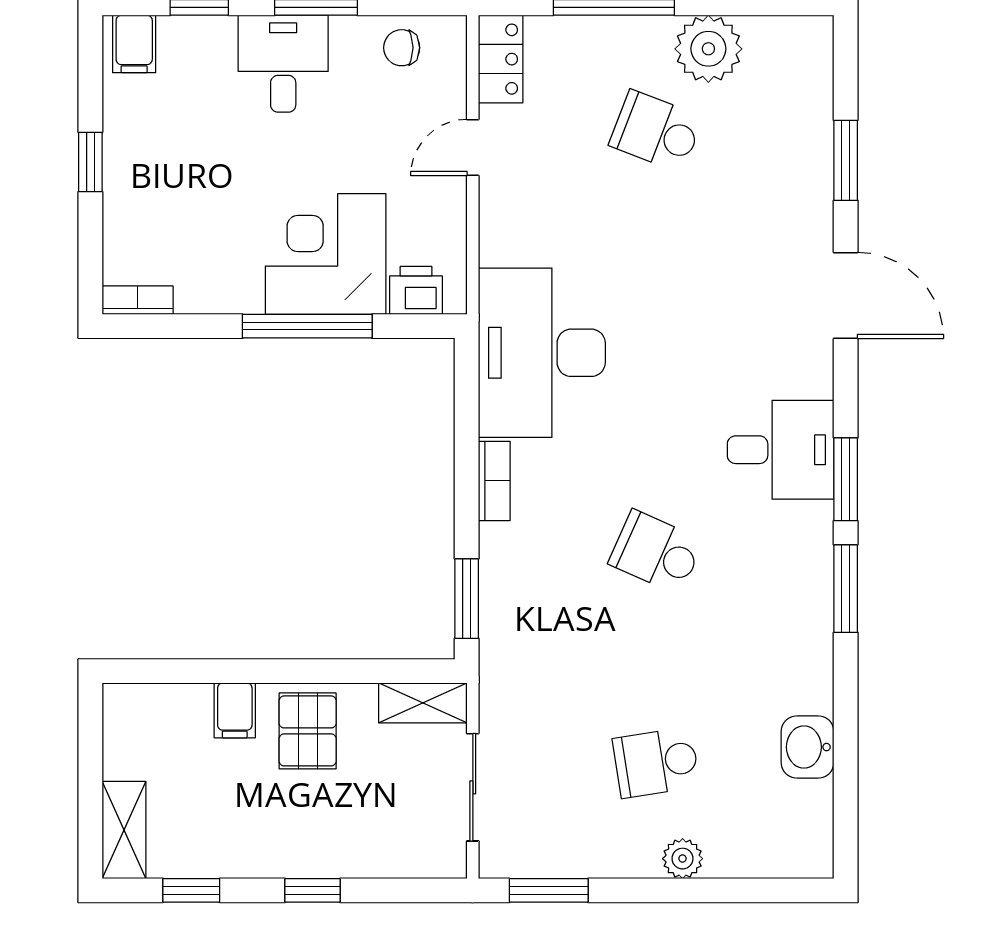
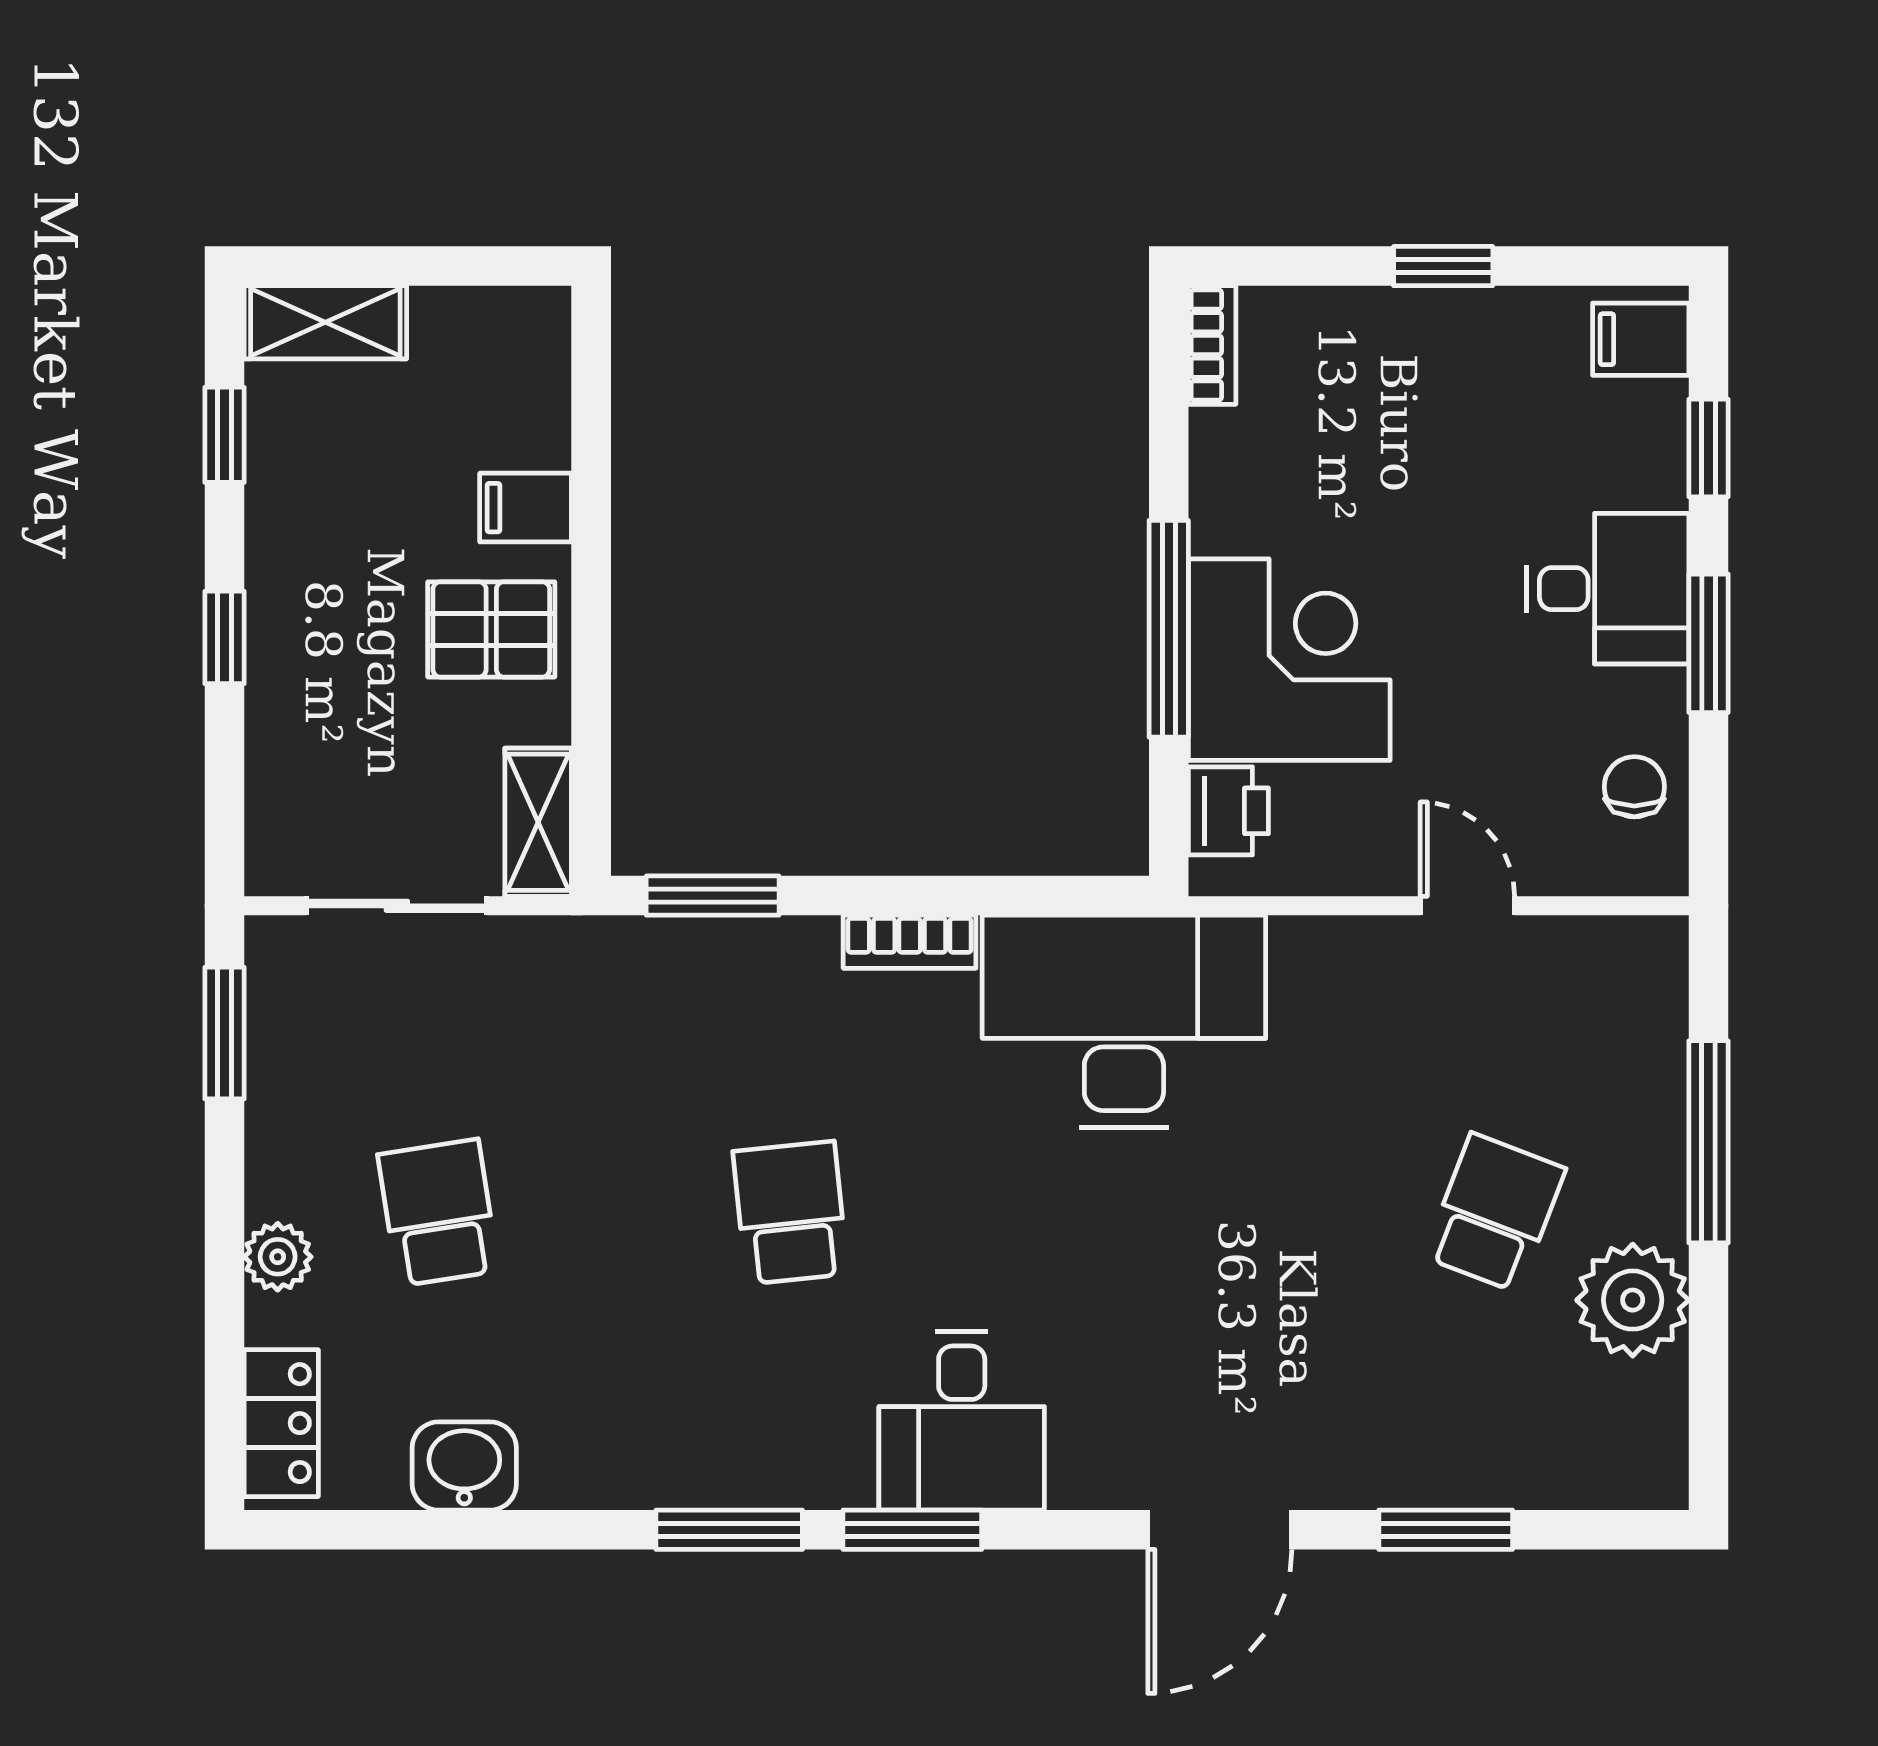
locker: (501, 59) -> (281, 1423), moved, turned -90
school desk: (656, 552) -> (790, 1213), turned -30

